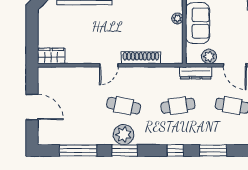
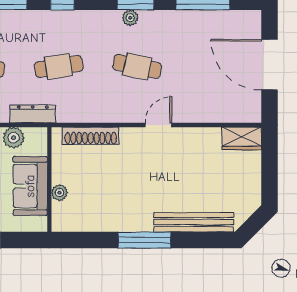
shoe rack: (141, 58) -> (91, 136), moved
door: (32, 107) -> (269, 65), width x1.36
plant: (124, 135) -> (130, 18), width x0.53, depth x0.53

